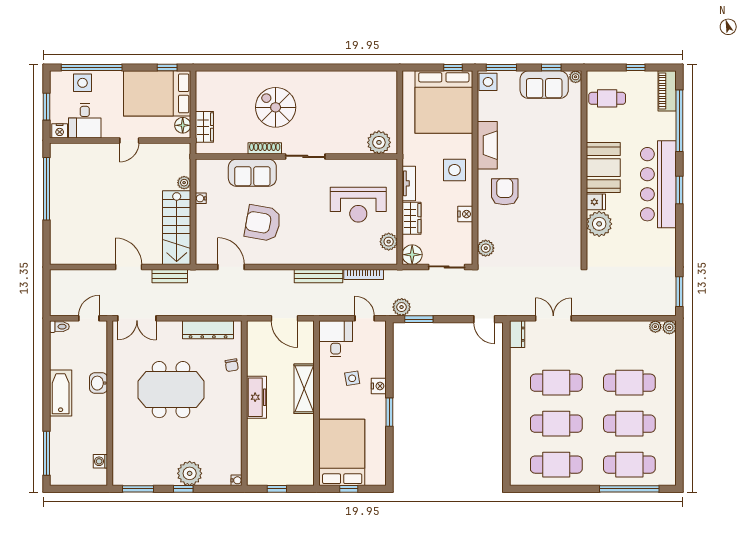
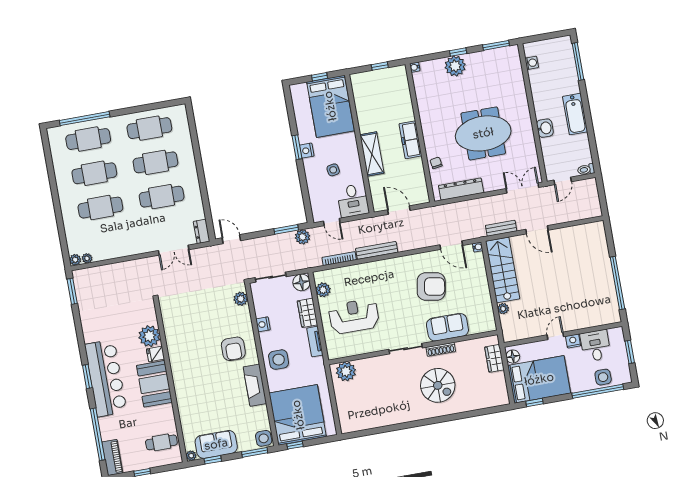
nightstand: (60, 131) -> (573, 341), moved
water cooler: (201, 198) -> (478, 247), moved
nightstand: (379, 386) -> (307, 151), moved

